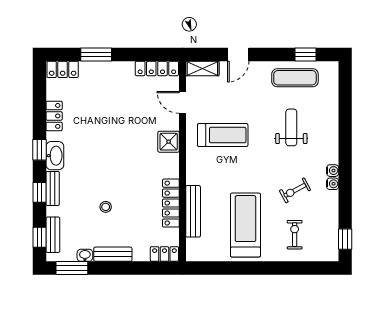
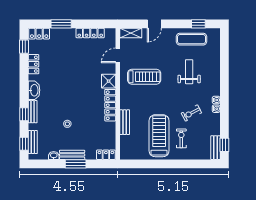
locker: (157, 68) -> (90, 33), moved
door: (182, 102) -> (118, 55), hinge flipped
window: (40, 150) -> (24, 47), moved
locker: (171, 203) -> (110, 105), moved
bench: (193, 211) -> (125, 122), width x0.73
exercise bike: (295, 235) -> (181, 138), moved
bench: (332, 243) -> (215, 148), added
window: (72, 268) -> (76, 164), moved

